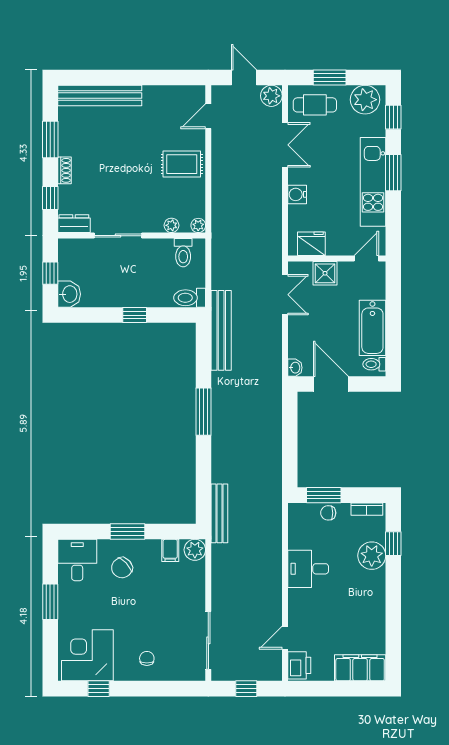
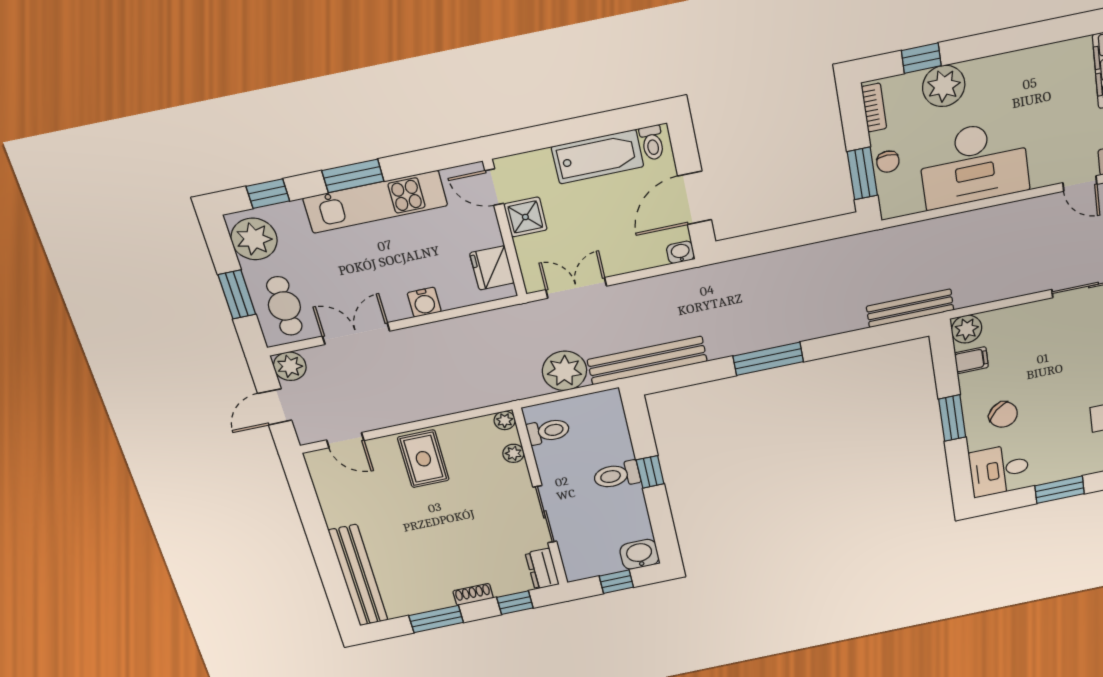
shower: (325, 273) -> (525, 217), moved
plant: (226, 274) -> (565, 371), added
toilet: (190, 298) -> (617, 475), moved, turned 90
desk: (308, 569) -> (974, 164), width x1.87, depth x1.30

